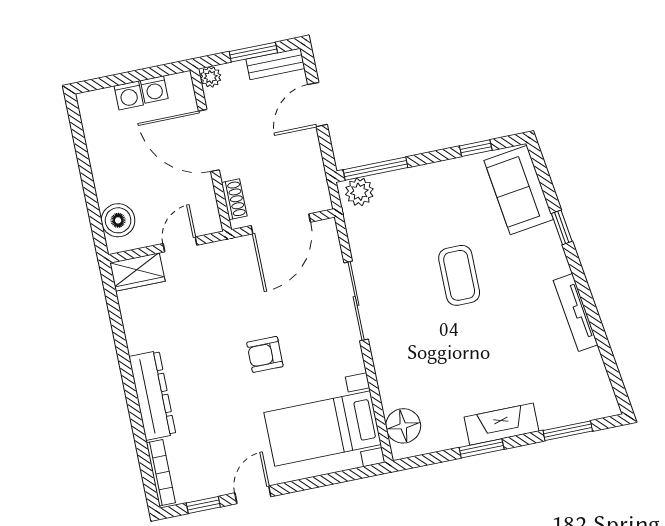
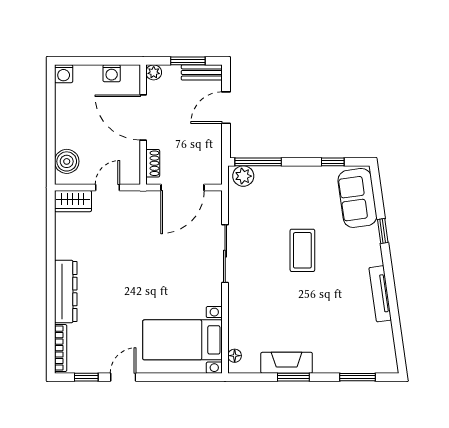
washing machine: (129, 95) -> (64, 74), moved
armchair: (265, 354) -> (152, 279), removed
fireplace: (501, 424) -> (287, 363), moved
floor lamp: (403, 426) -> (235, 356), width x0.53, depth x0.53

